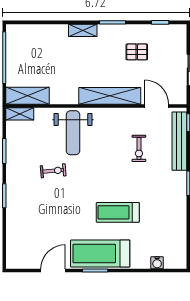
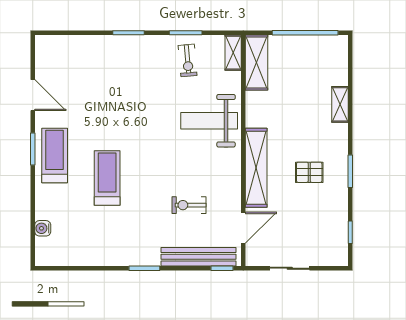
shelving: (83, 30) -> (340, 104), moved
pallet: (137, 52) -> (309, 172), moved, turned 90
exercise bike: (53, 171) -> (188, 60), moved
treadmill: (100, 253) -> (55, 155), width x0.73, depth x0.73

